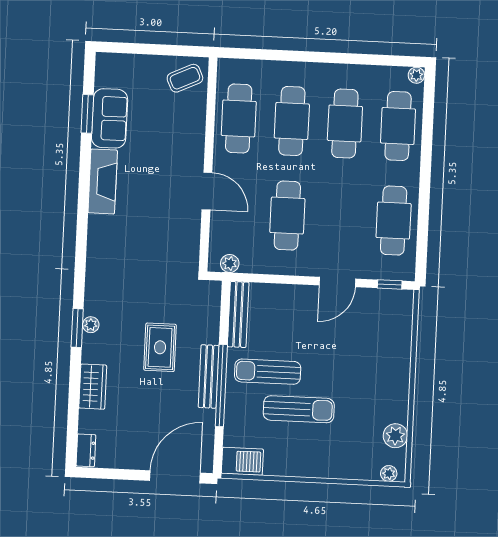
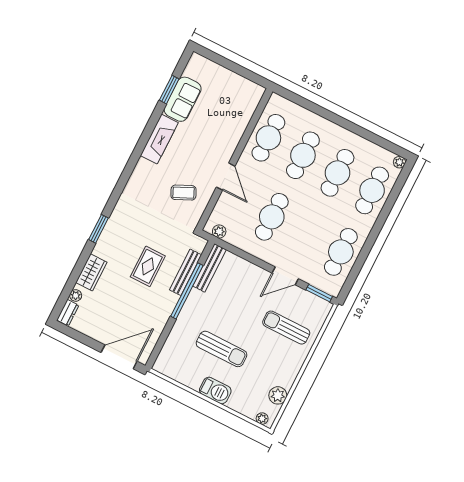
coffee table: (185, 78) -> (183, 193), moved
window: (390, 284) -> (319, 293), width x1.50
plant: (91, 325) -> (76, 295), moved
sun lounger: (268, 372) -> (286, 328), moved
bench: (209, 376) -> (186, 272), moved
window: (221, 386) -> (187, 291), moved
barbecue: (242, 461) -> (215, 390), moved

